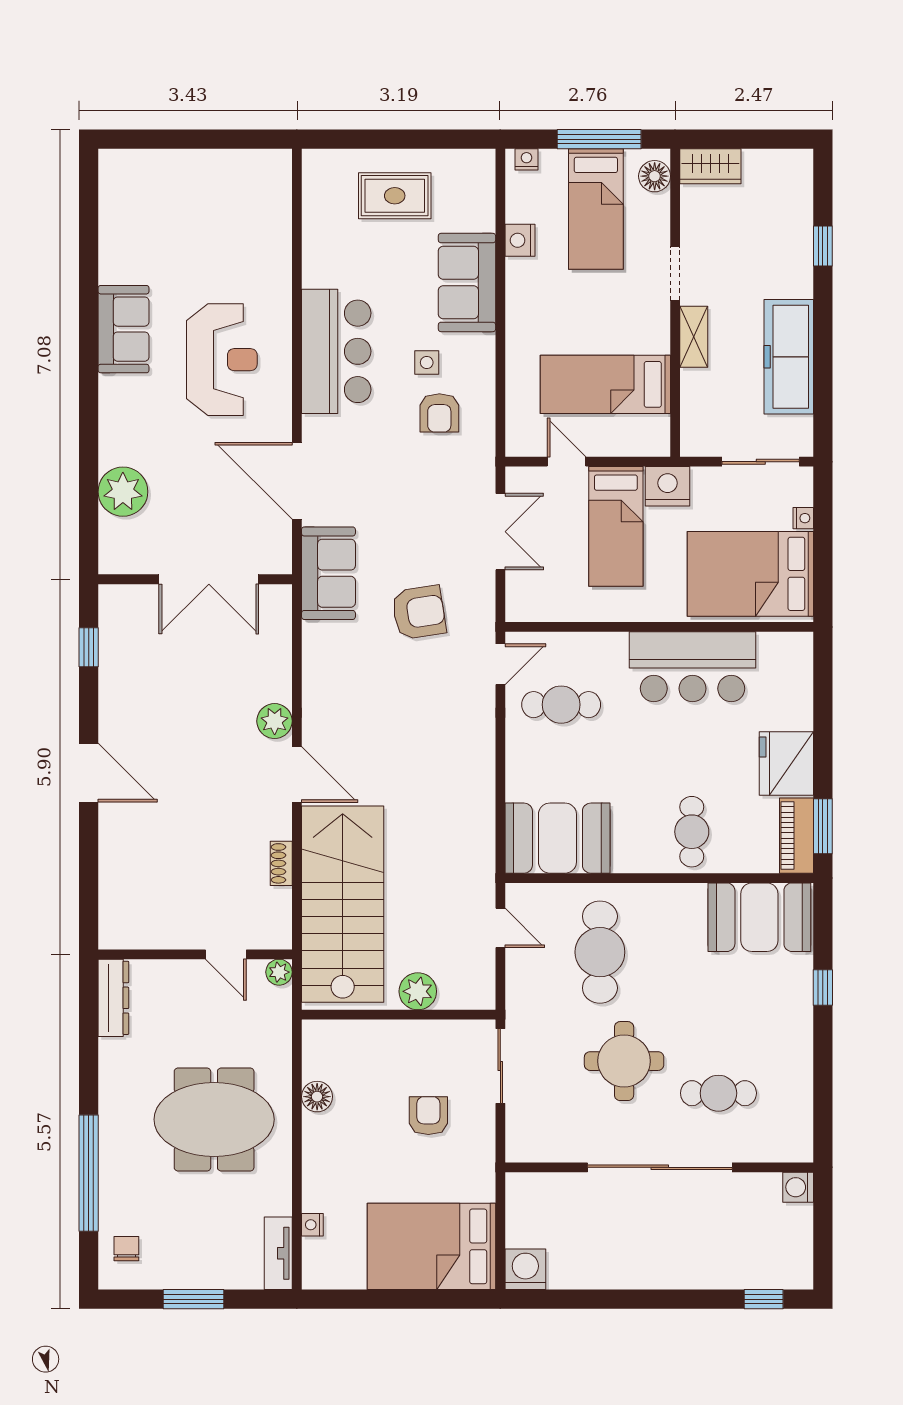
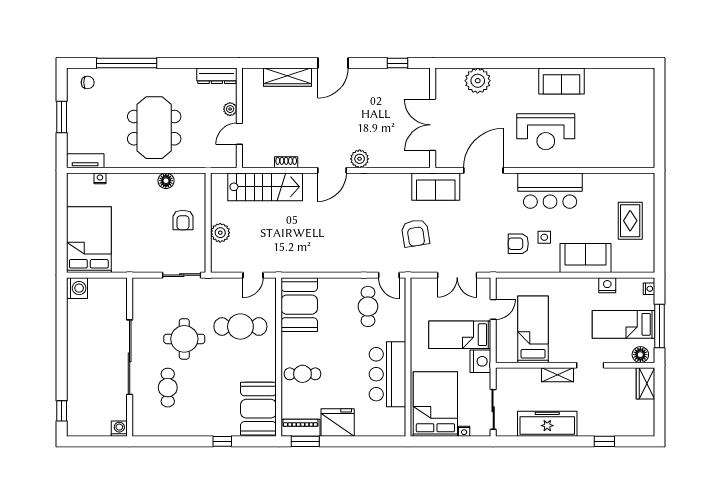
wardrobe: (116, 861) -> (288, 77), added
stairs: (343, 904) -> (265, 187), width x0.73, depth x0.66
plant: (279, 972) -> (230, 109), moved
armchair: (428, 1116) -> (183, 220), moved, turned 90

